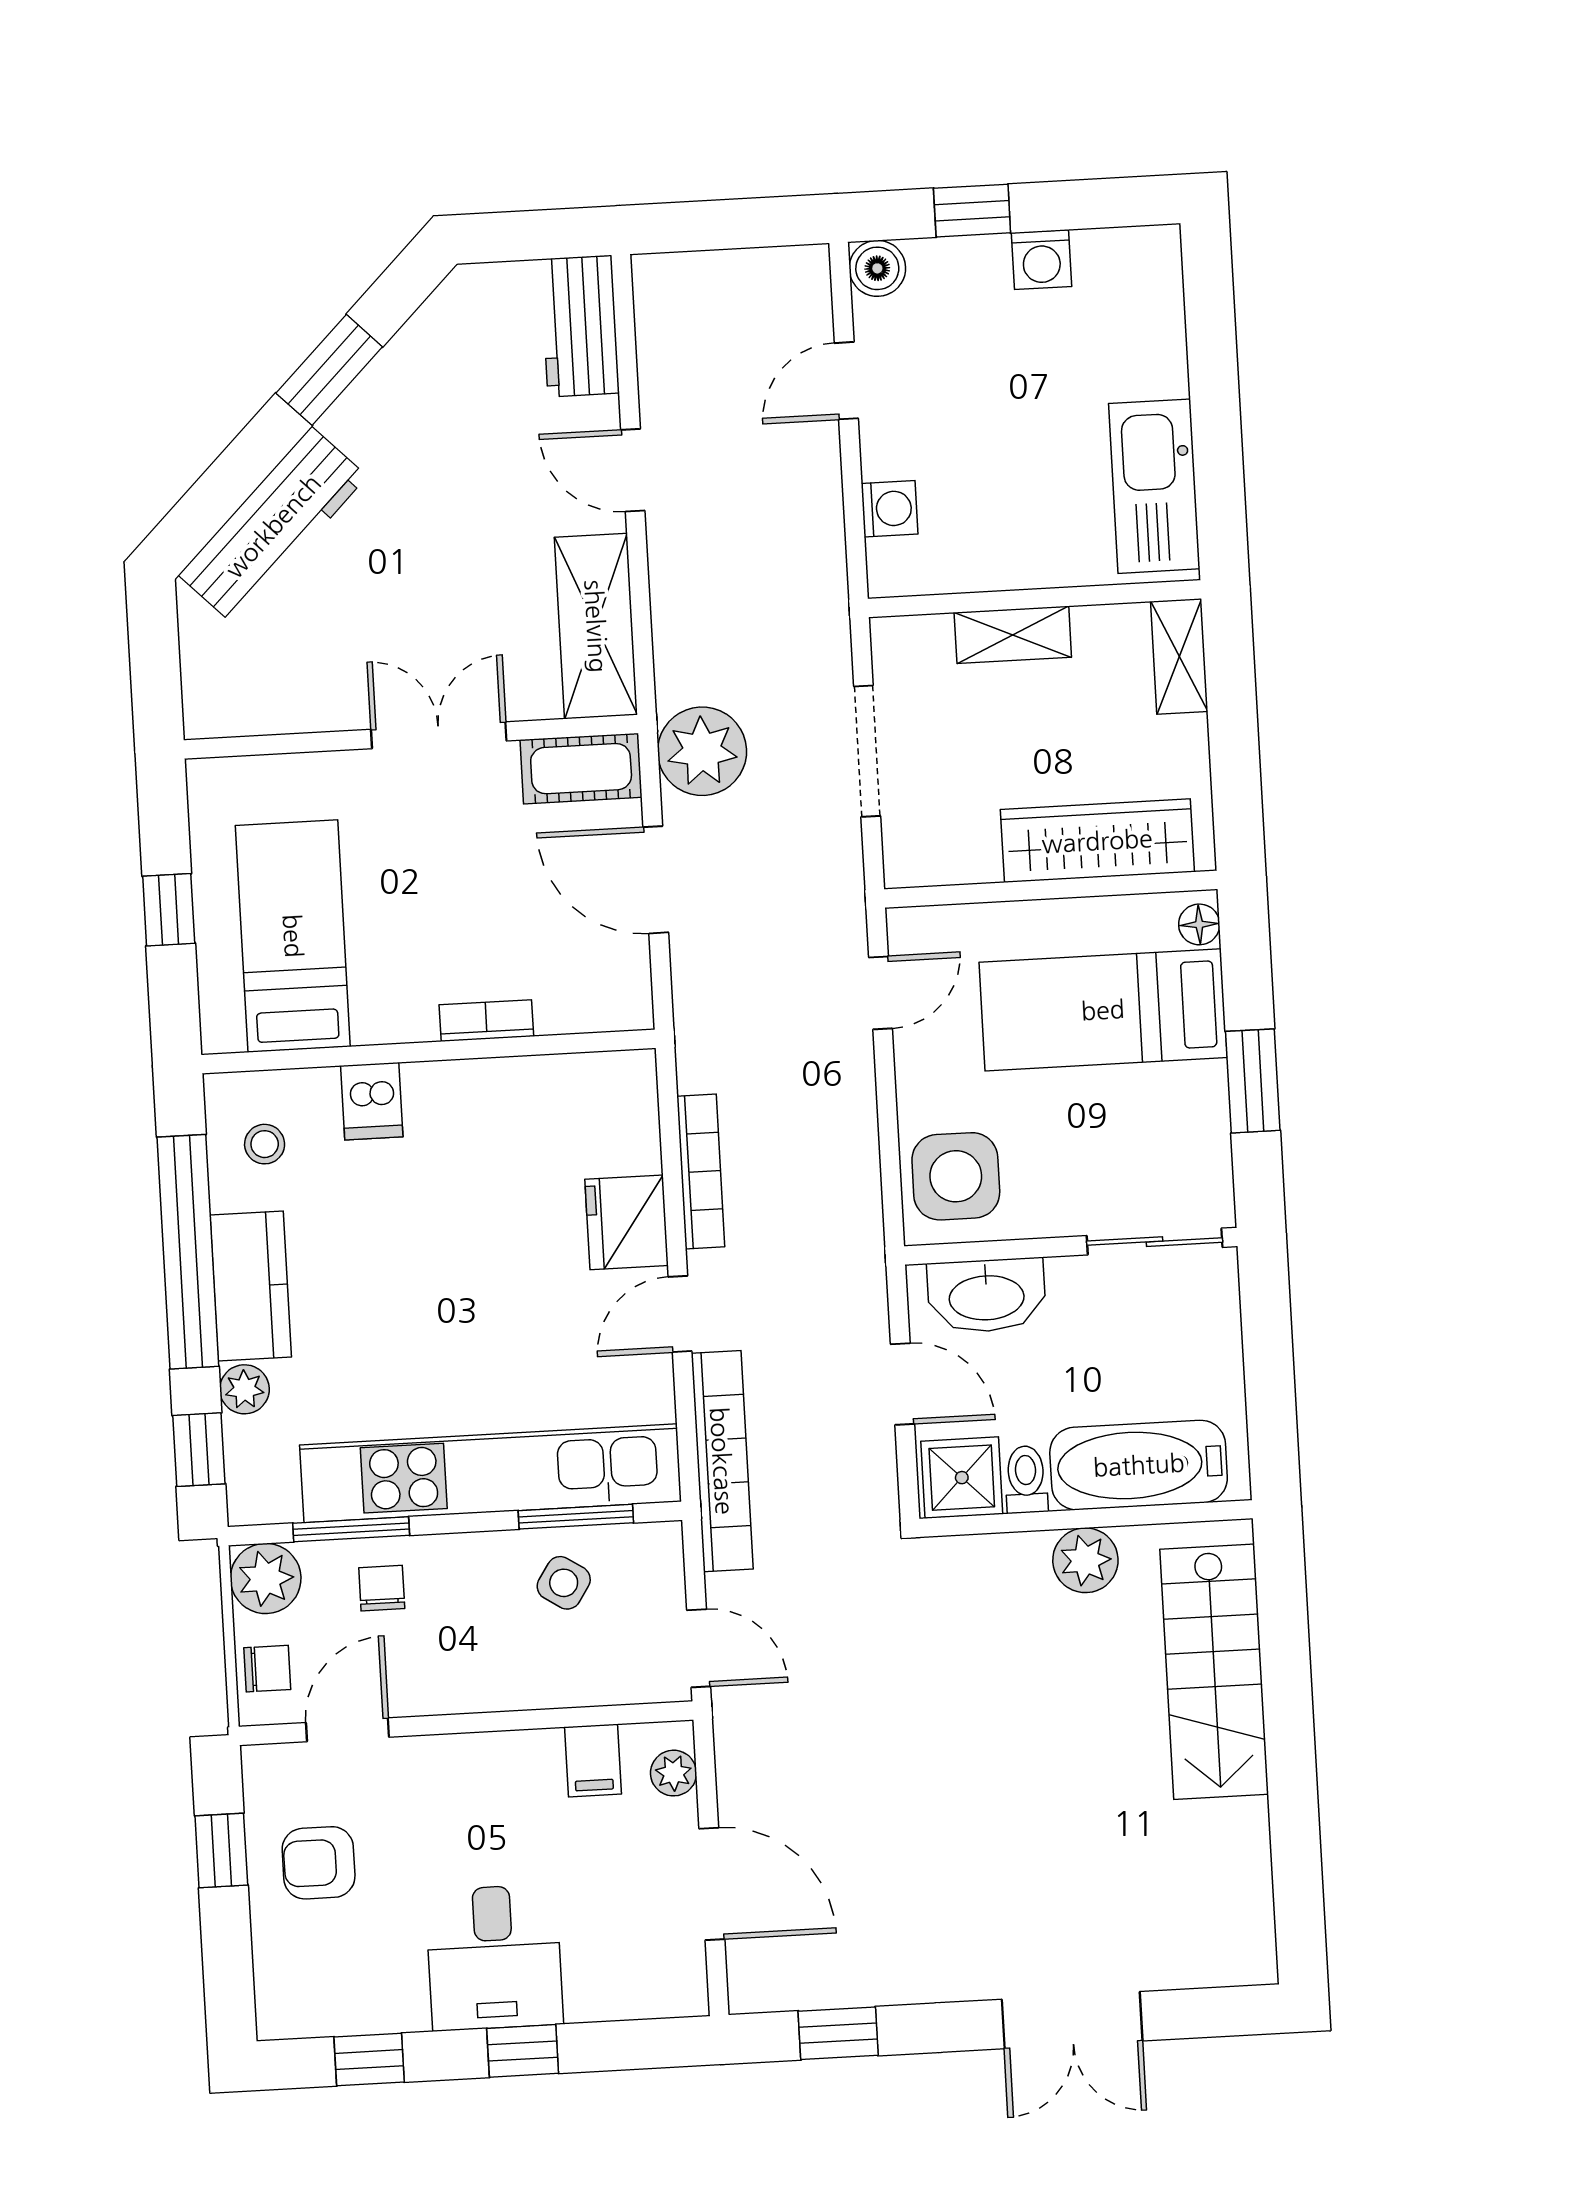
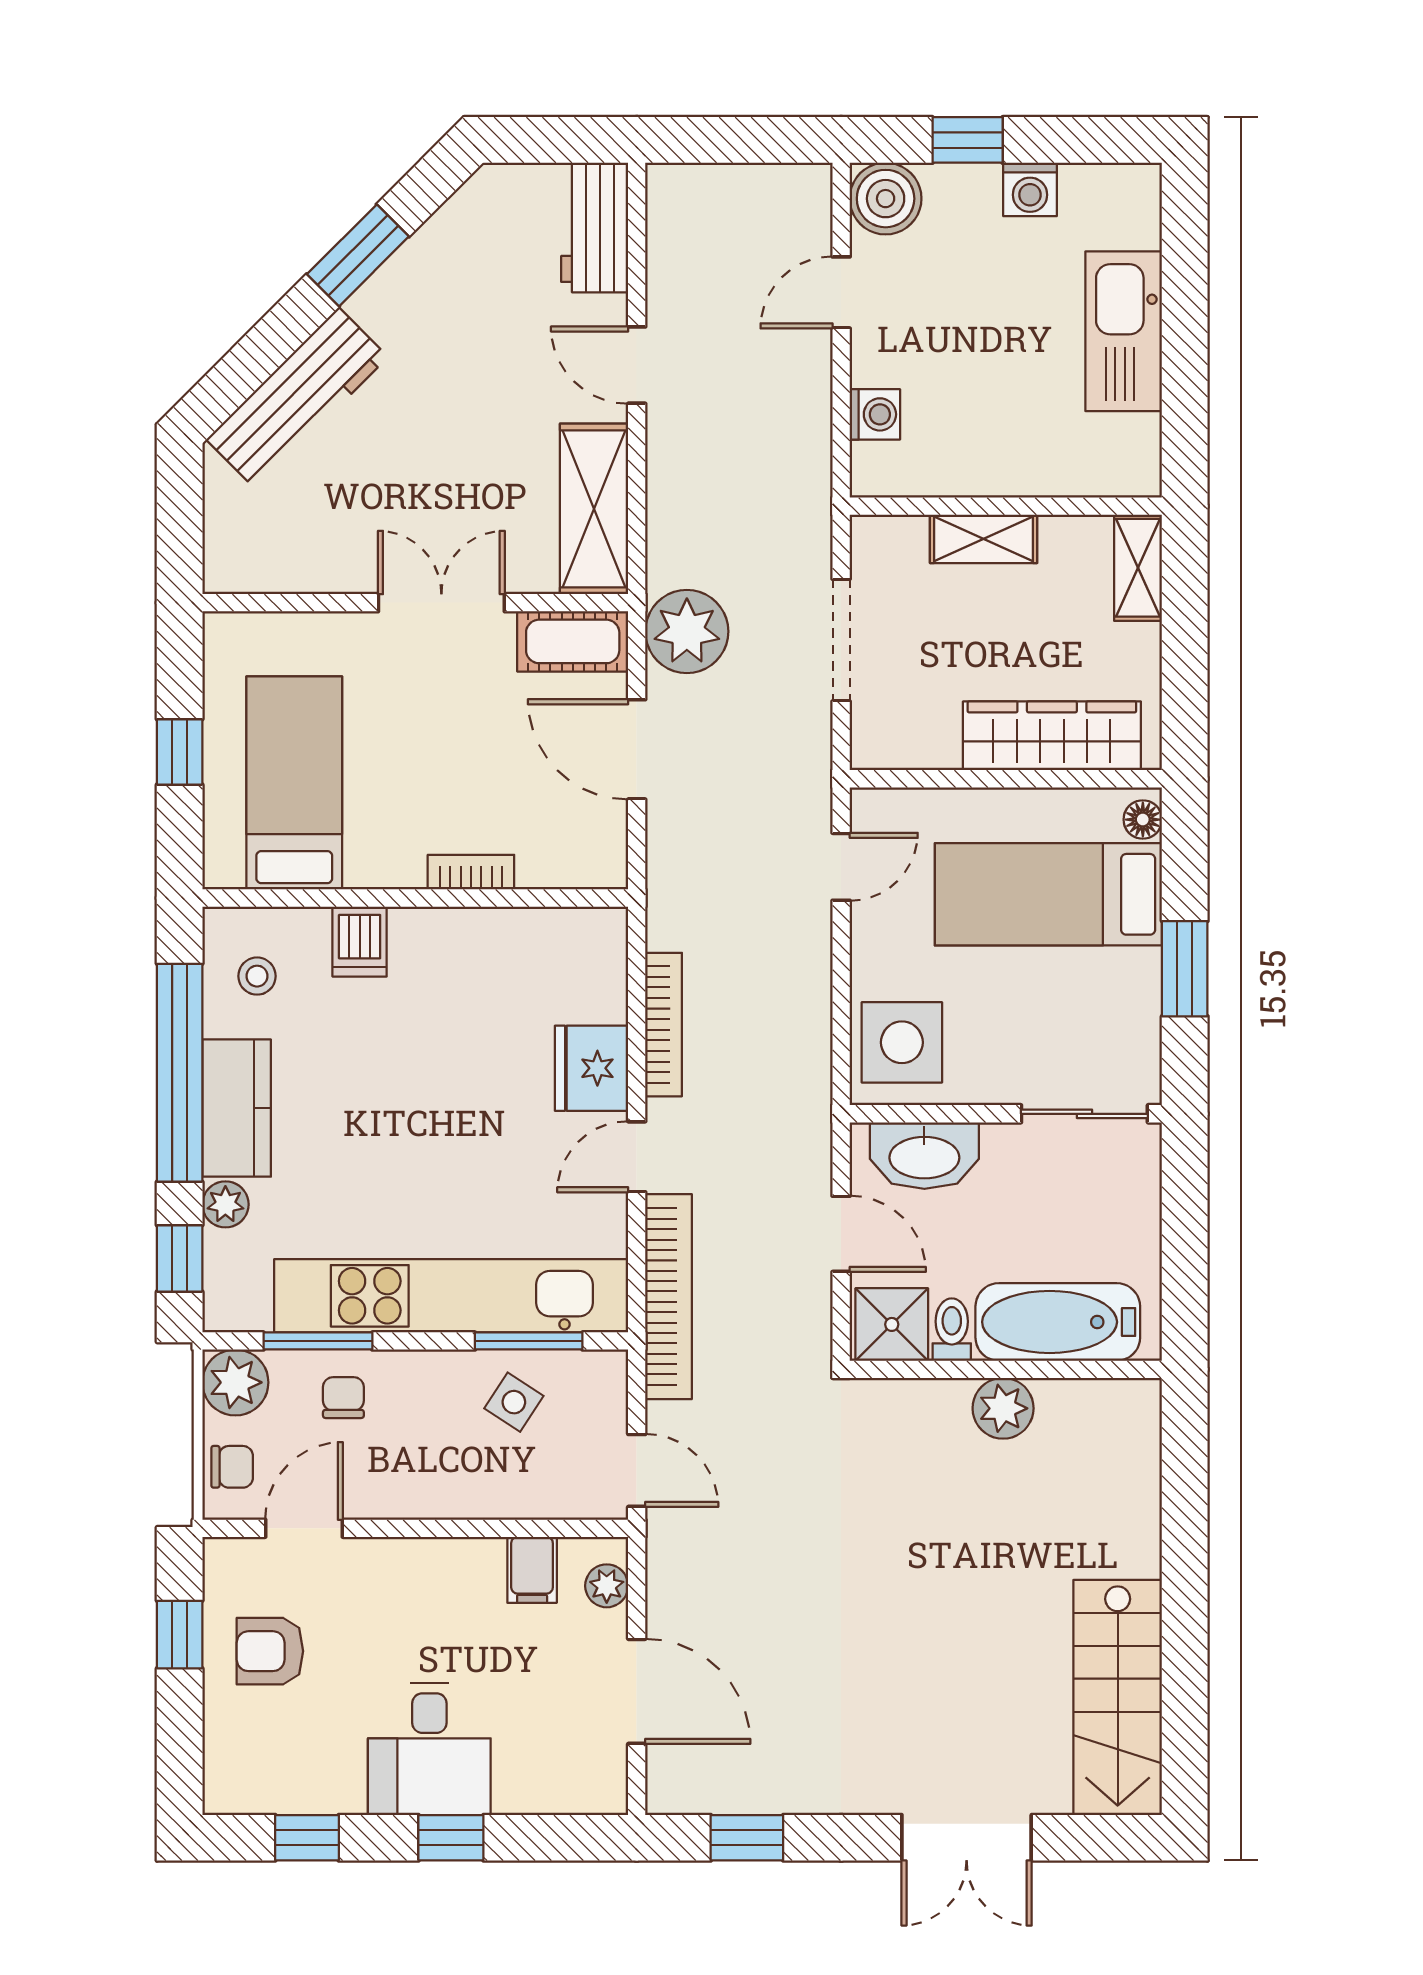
boiler: (877, 268) -> (886, 199), width x1.36, depth x1.36
kitchen sink: (1154, 486) -> (1124, 331), moved
stairs: (1214, 1672) -> (1118, 1698), moved

